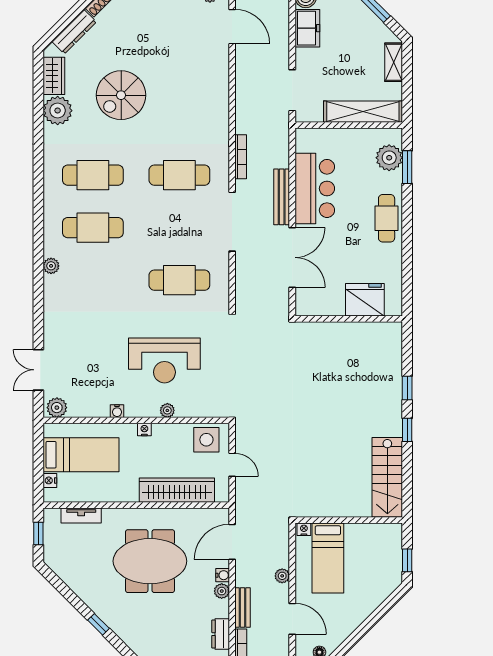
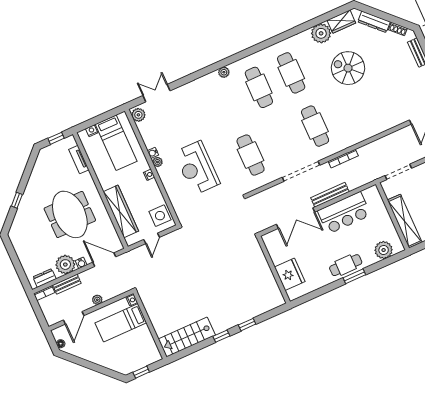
window: (407, 167) -> (354, 276), moved
plant: (167, 410) -> (157, 162), moved
plant: (222, 591) -> (65, 265), width x1.88, depth x1.88

